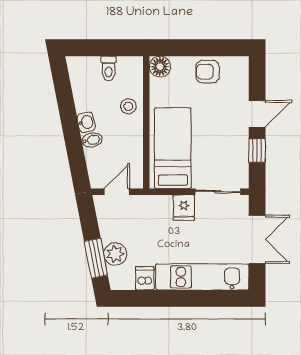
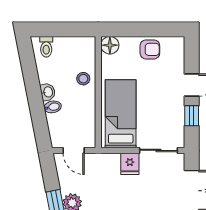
toilet: (109, 68) -> (46, 47), moved
armchair: (208, 72) -> (150, 49), turned 180
door: (117, 192) -> (74, 150), swing flipped

